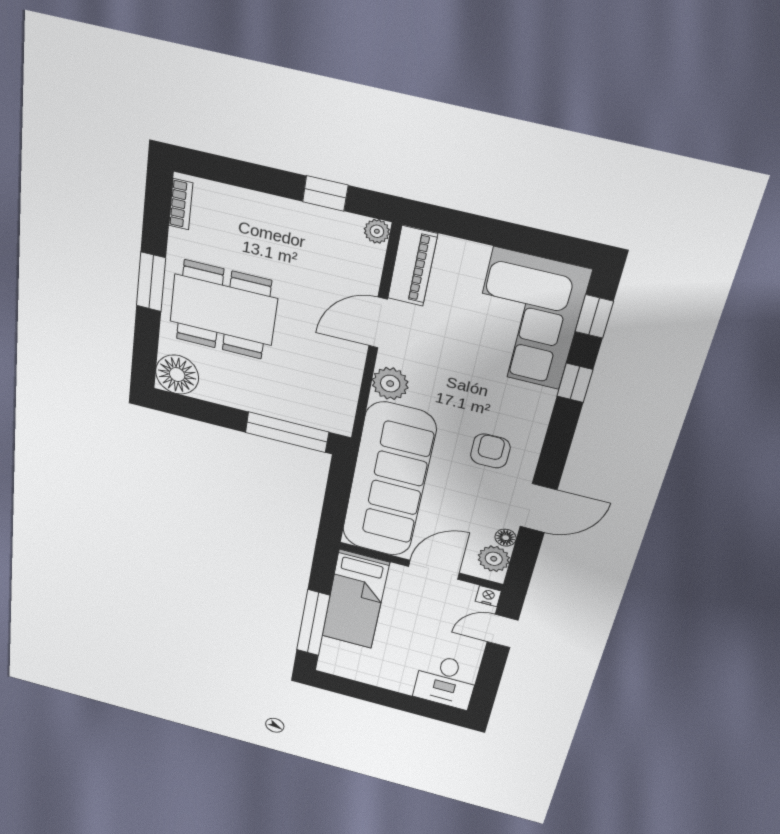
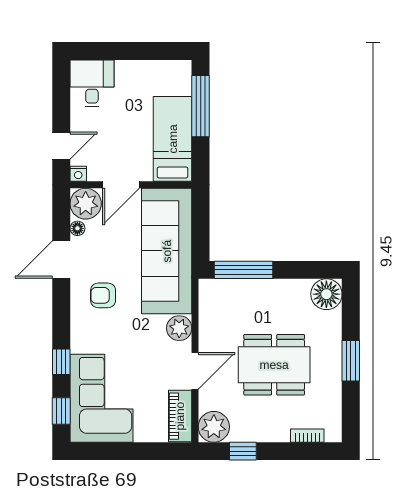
bookcase: (181, 204) -> (307, 436), moved, turned 90
plant: (377, 231) -> (214, 427), width x1.88, depth x1.88
dining table: (223, 310) -> (274, 365), moved
armchair: (490, 451) -> (103, 295), turned 90
plant: (494, 559) -> (86, 204), width x1.36, depth x1.36

